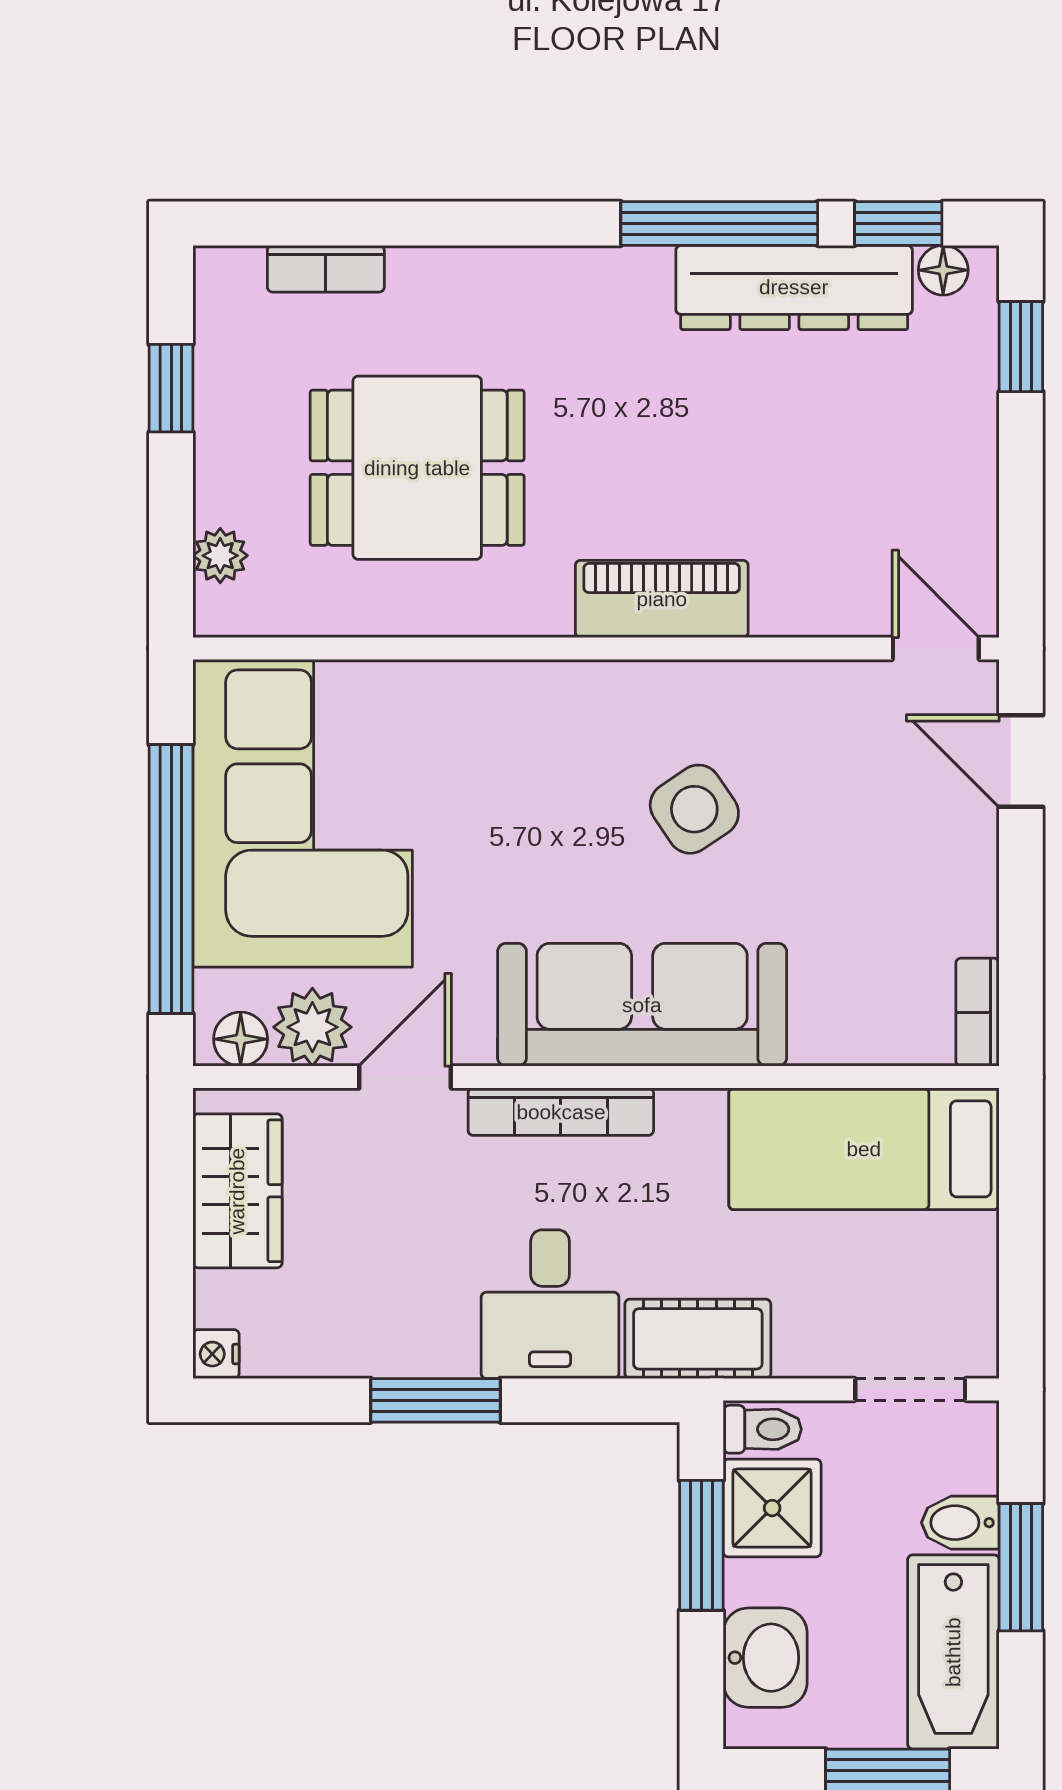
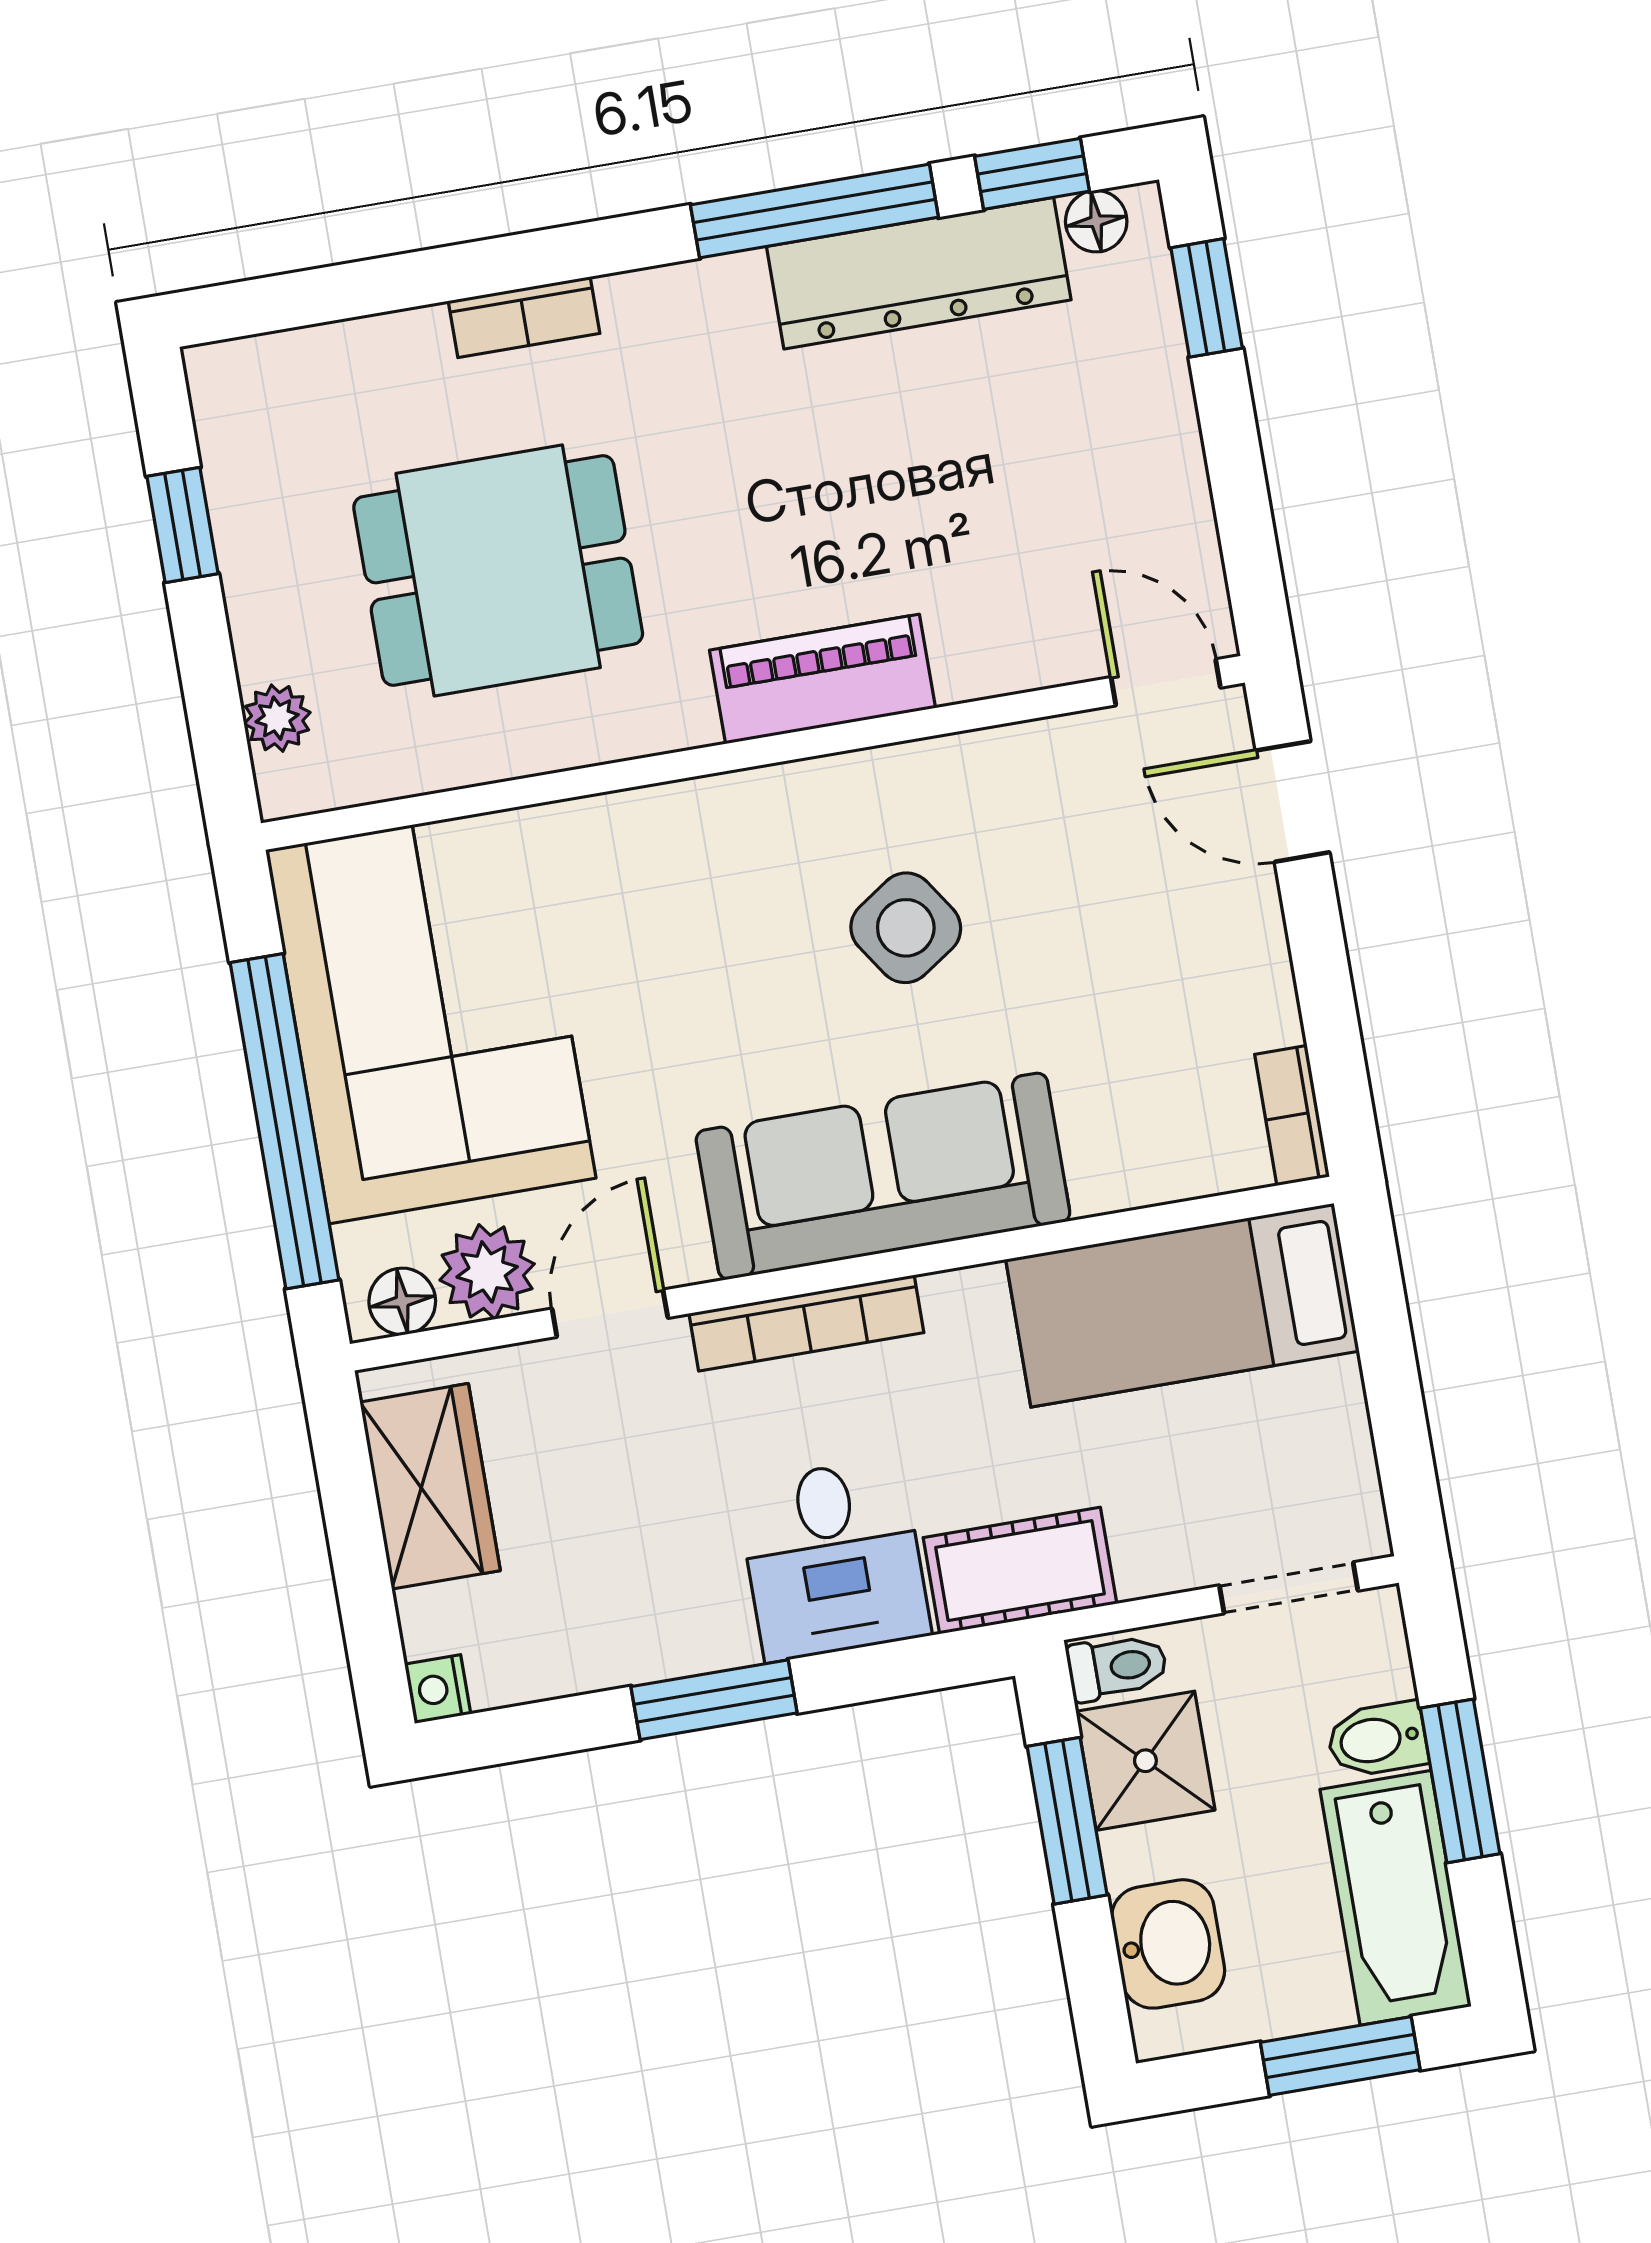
bookcase: (326, 269) -> (524, 317), moved

